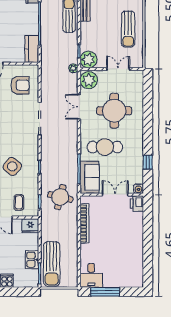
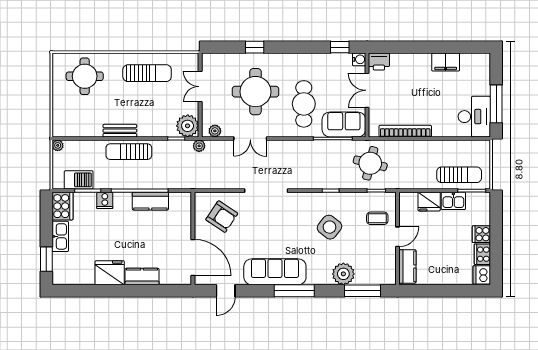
kitchen counter: (32, 49) -> (150, 201), moved
plant: (89, 80) -> (215, 131), width x0.53, depth x0.53
armchair: (20, 85) -> (222, 217), turned 124
window: (148, 110) -> (255, 47), added
window: (148, 162) -> (340, 47), moved
fridge: (30, 226) -> (429, 202), moved, turned 90
filing cabinet: (136, 254) -> (446, 62), added
sun lounger: (52, 264) -> (459, 175), width x0.73, depth x0.75
desk: (91, 275) -> (474, 117), width x1.37

